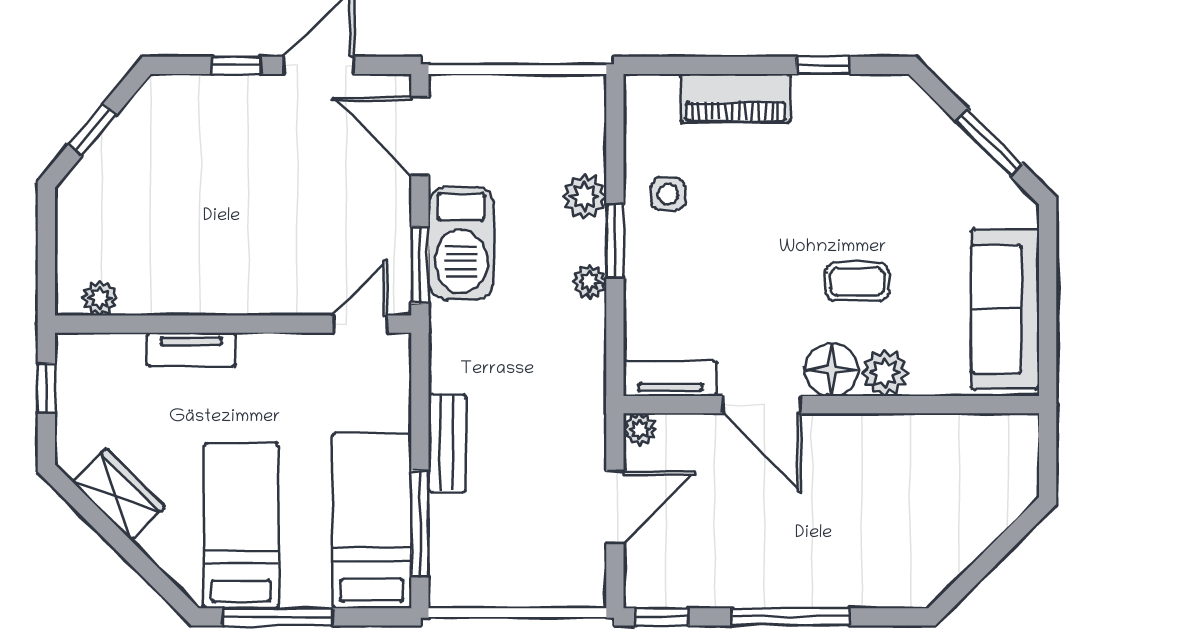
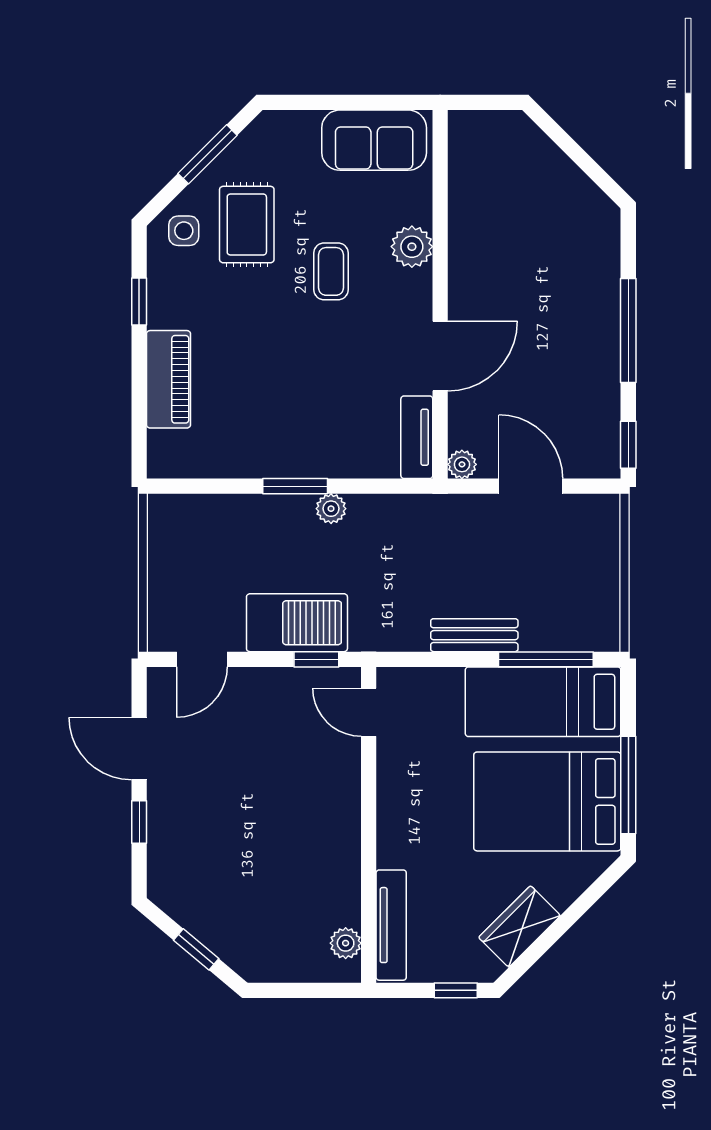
door: (420, 136) -> (202, 659), width x0.73
rug: (910, 187) -> (247, 225), added
side table: (668, 194) -> (184, 231), moved
plant: (584, 196) -> (255, 513), removed
window: (420, 265) -> (316, 659), width x0.67
sofa: (1005, 309) -> (374, 140), width x0.73
tv unit: (191, 349) -> (391, 925), moved, width x1.41
floor lamp: (832, 370) -> (409, 294), removed
window: (46, 388) -> (456, 990), moved
bed: (241, 526) -> (547, 801), width x1.50

